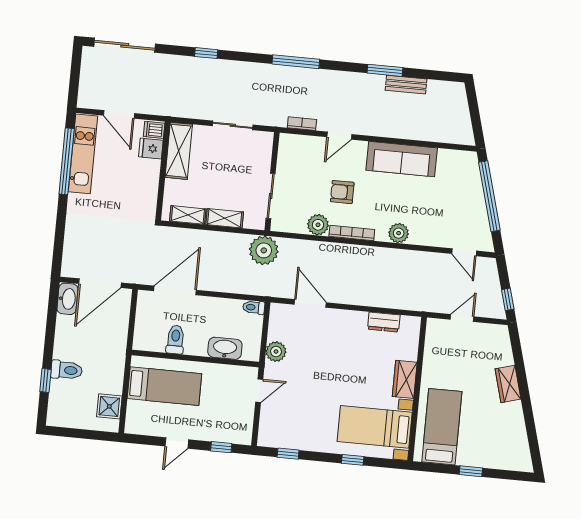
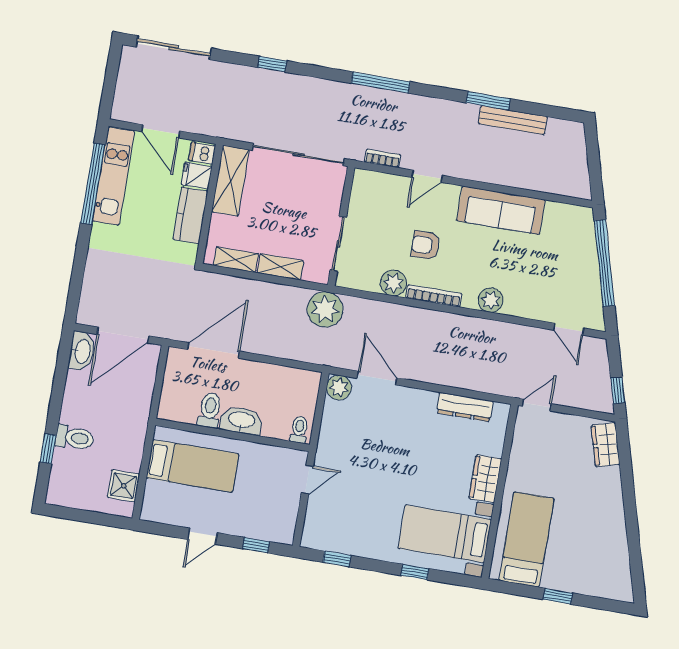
bench: (406, 85) -> (513, 120), width x1.36
sliding door: (233, 125) -> (298, 155), width x1.86
kitchen counter: (148, 181) -> (190, 215), added
toilet: (254, 307) -> (299, 430), moved, turned 90
door: (462, 318) -> (537, 405), moved
dresser: (384, 322) -> (465, 407), width x1.44
washbasin: (225, 348) -> (241, 420), moved
plant: (276, 352) -> (339, 388), moved
wardrobe: (508, 384) -> (606, 445), moved

